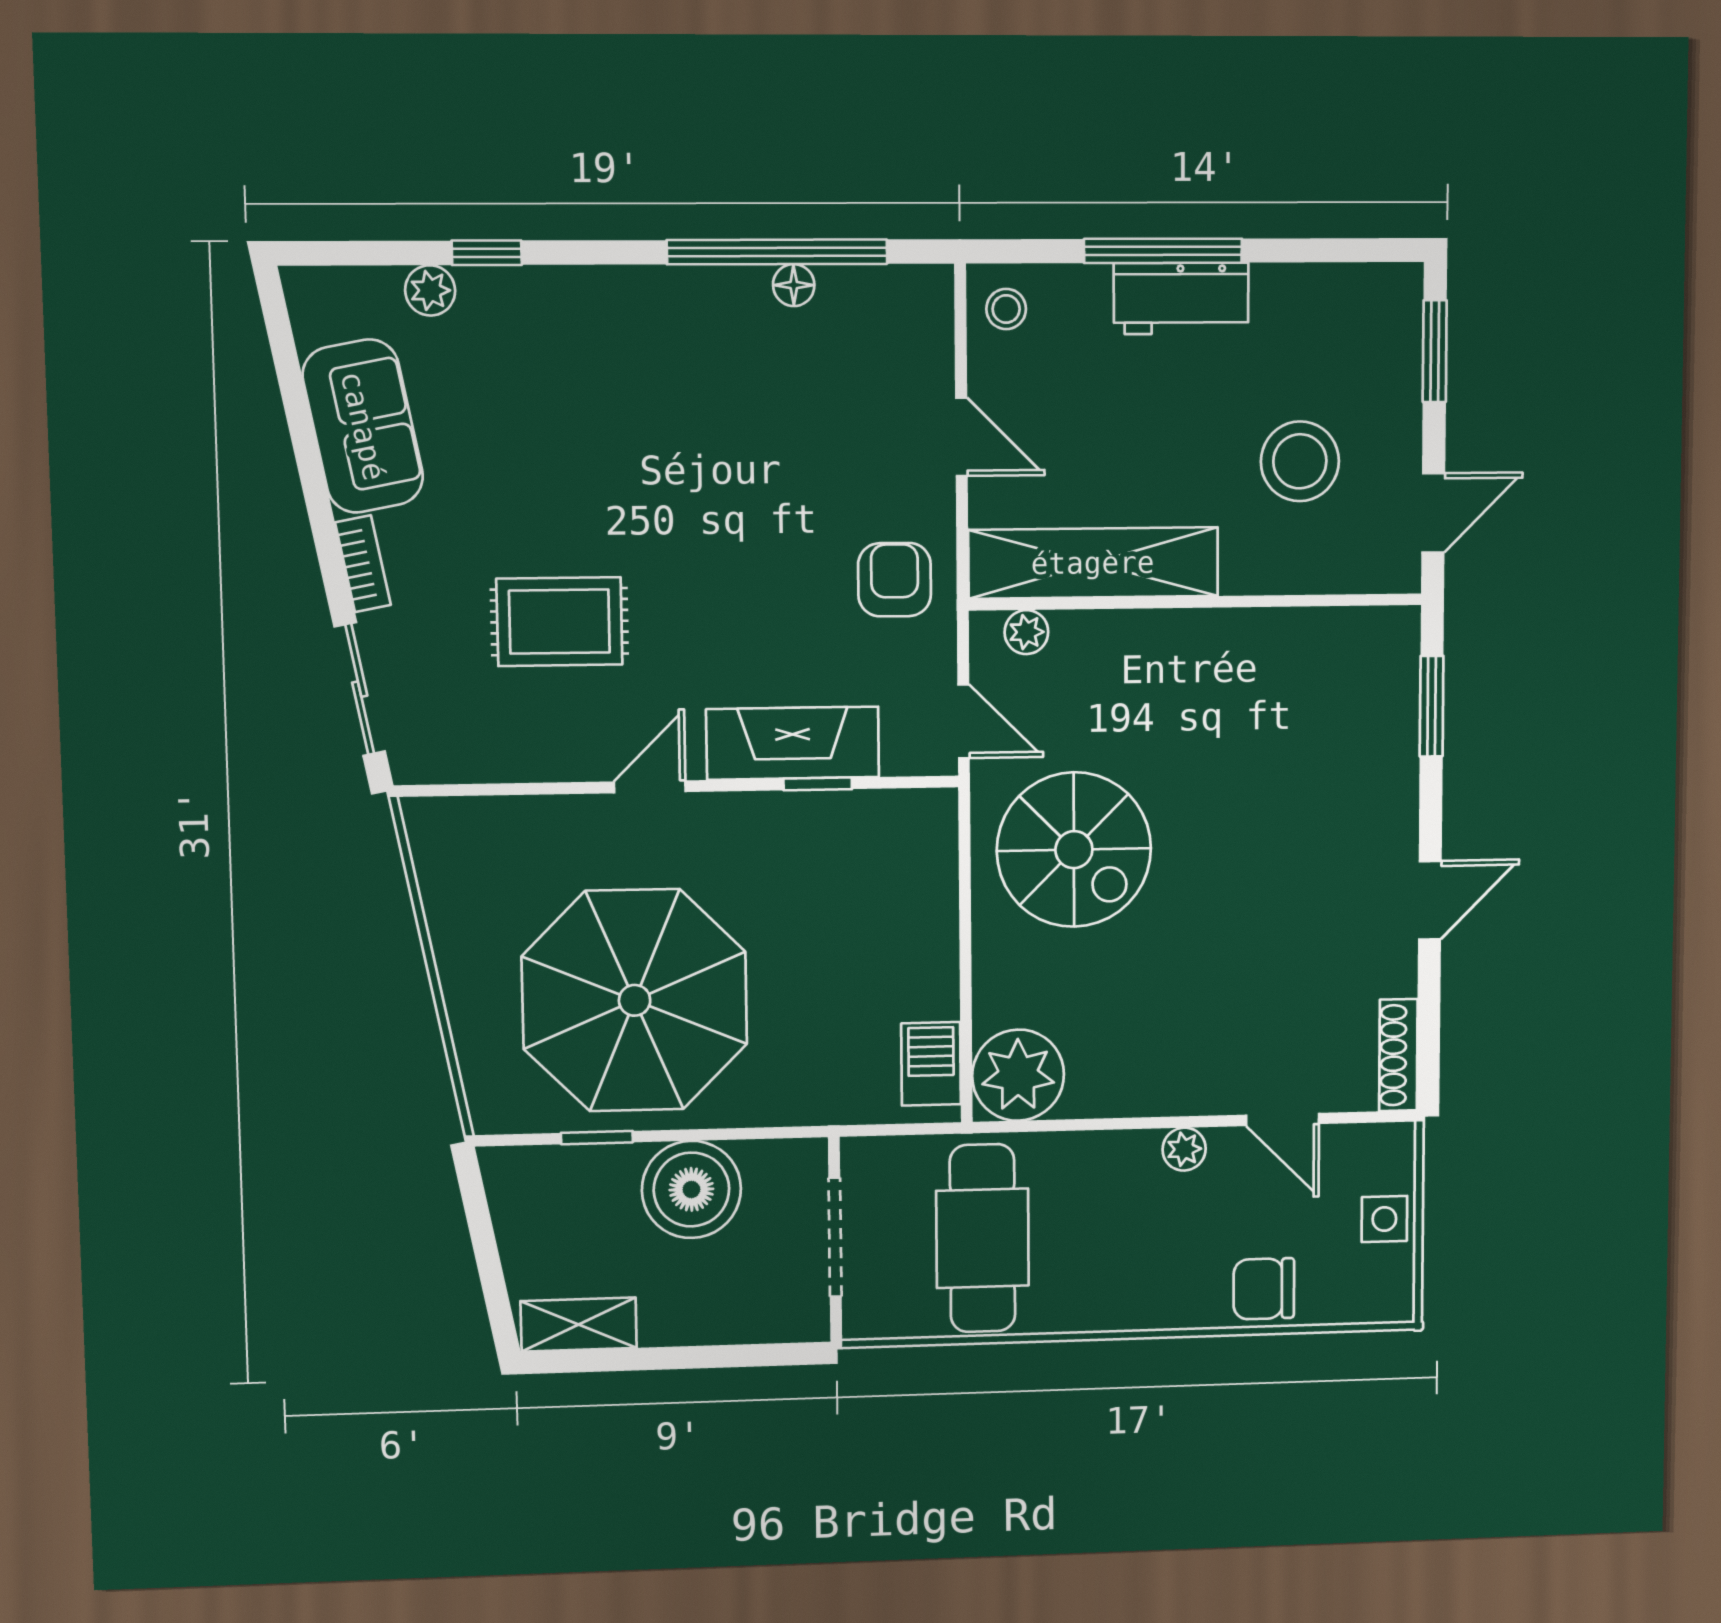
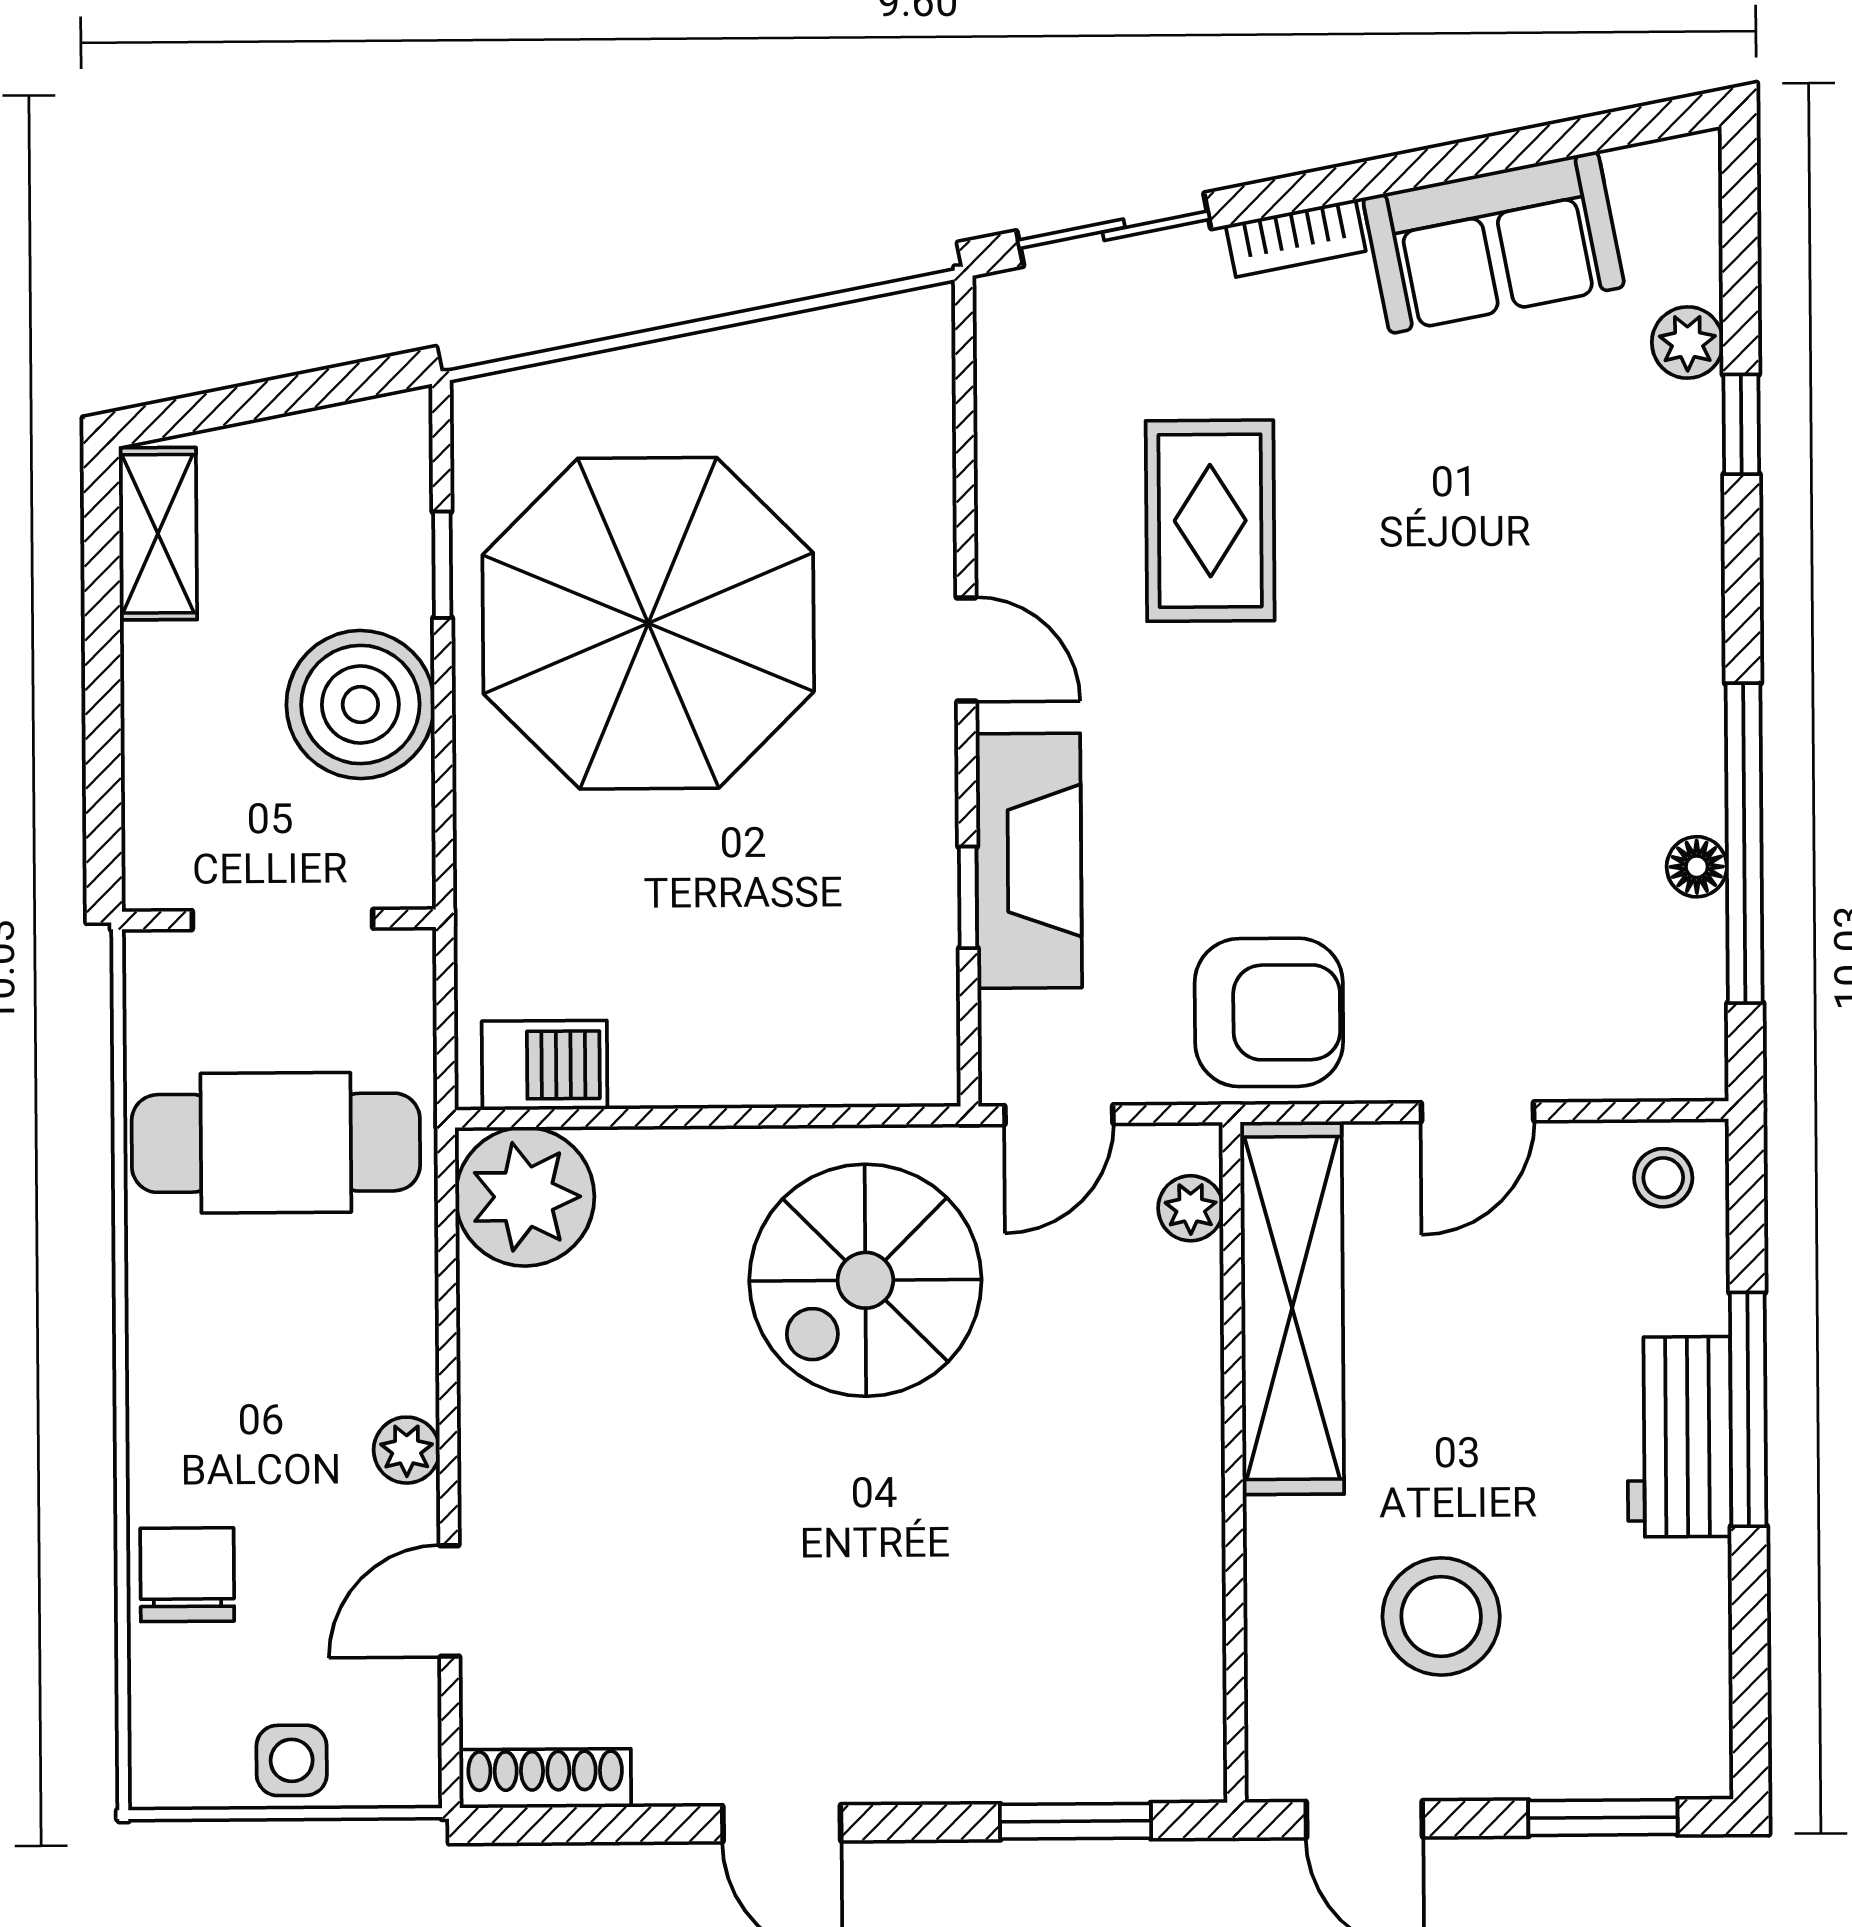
armchair: (895, 580) -> (1269, 1012), width x1.38, depth x1.38

